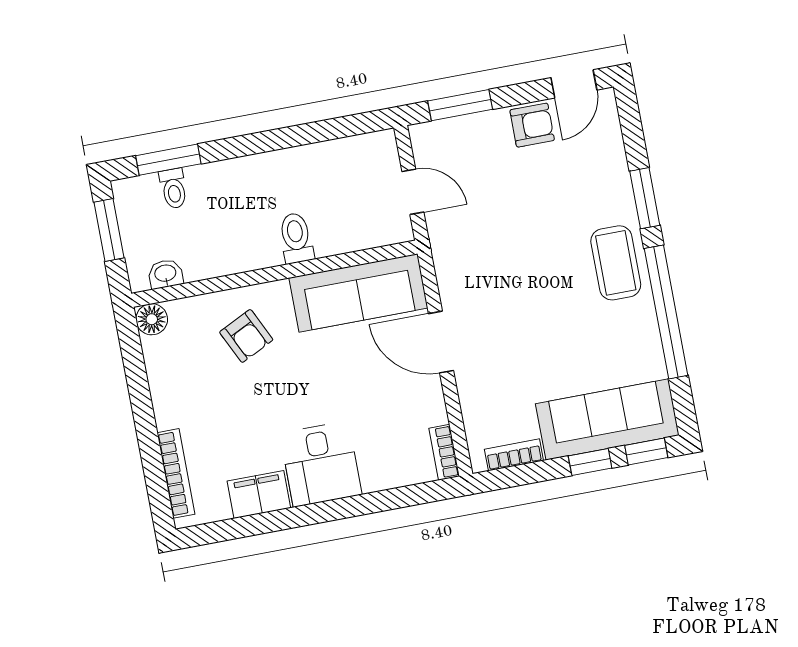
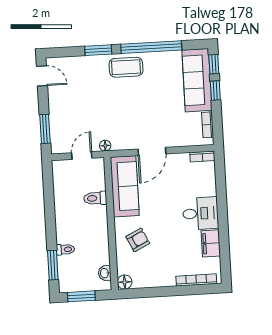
armchair: (532, 125) -> (58, 97), removed
toilet: (173, 188) -> (65, 249), moved
toilet: (296, 238) -> (95, 198), moved
floor lamp: (441, 240) -> (105, 146), added

